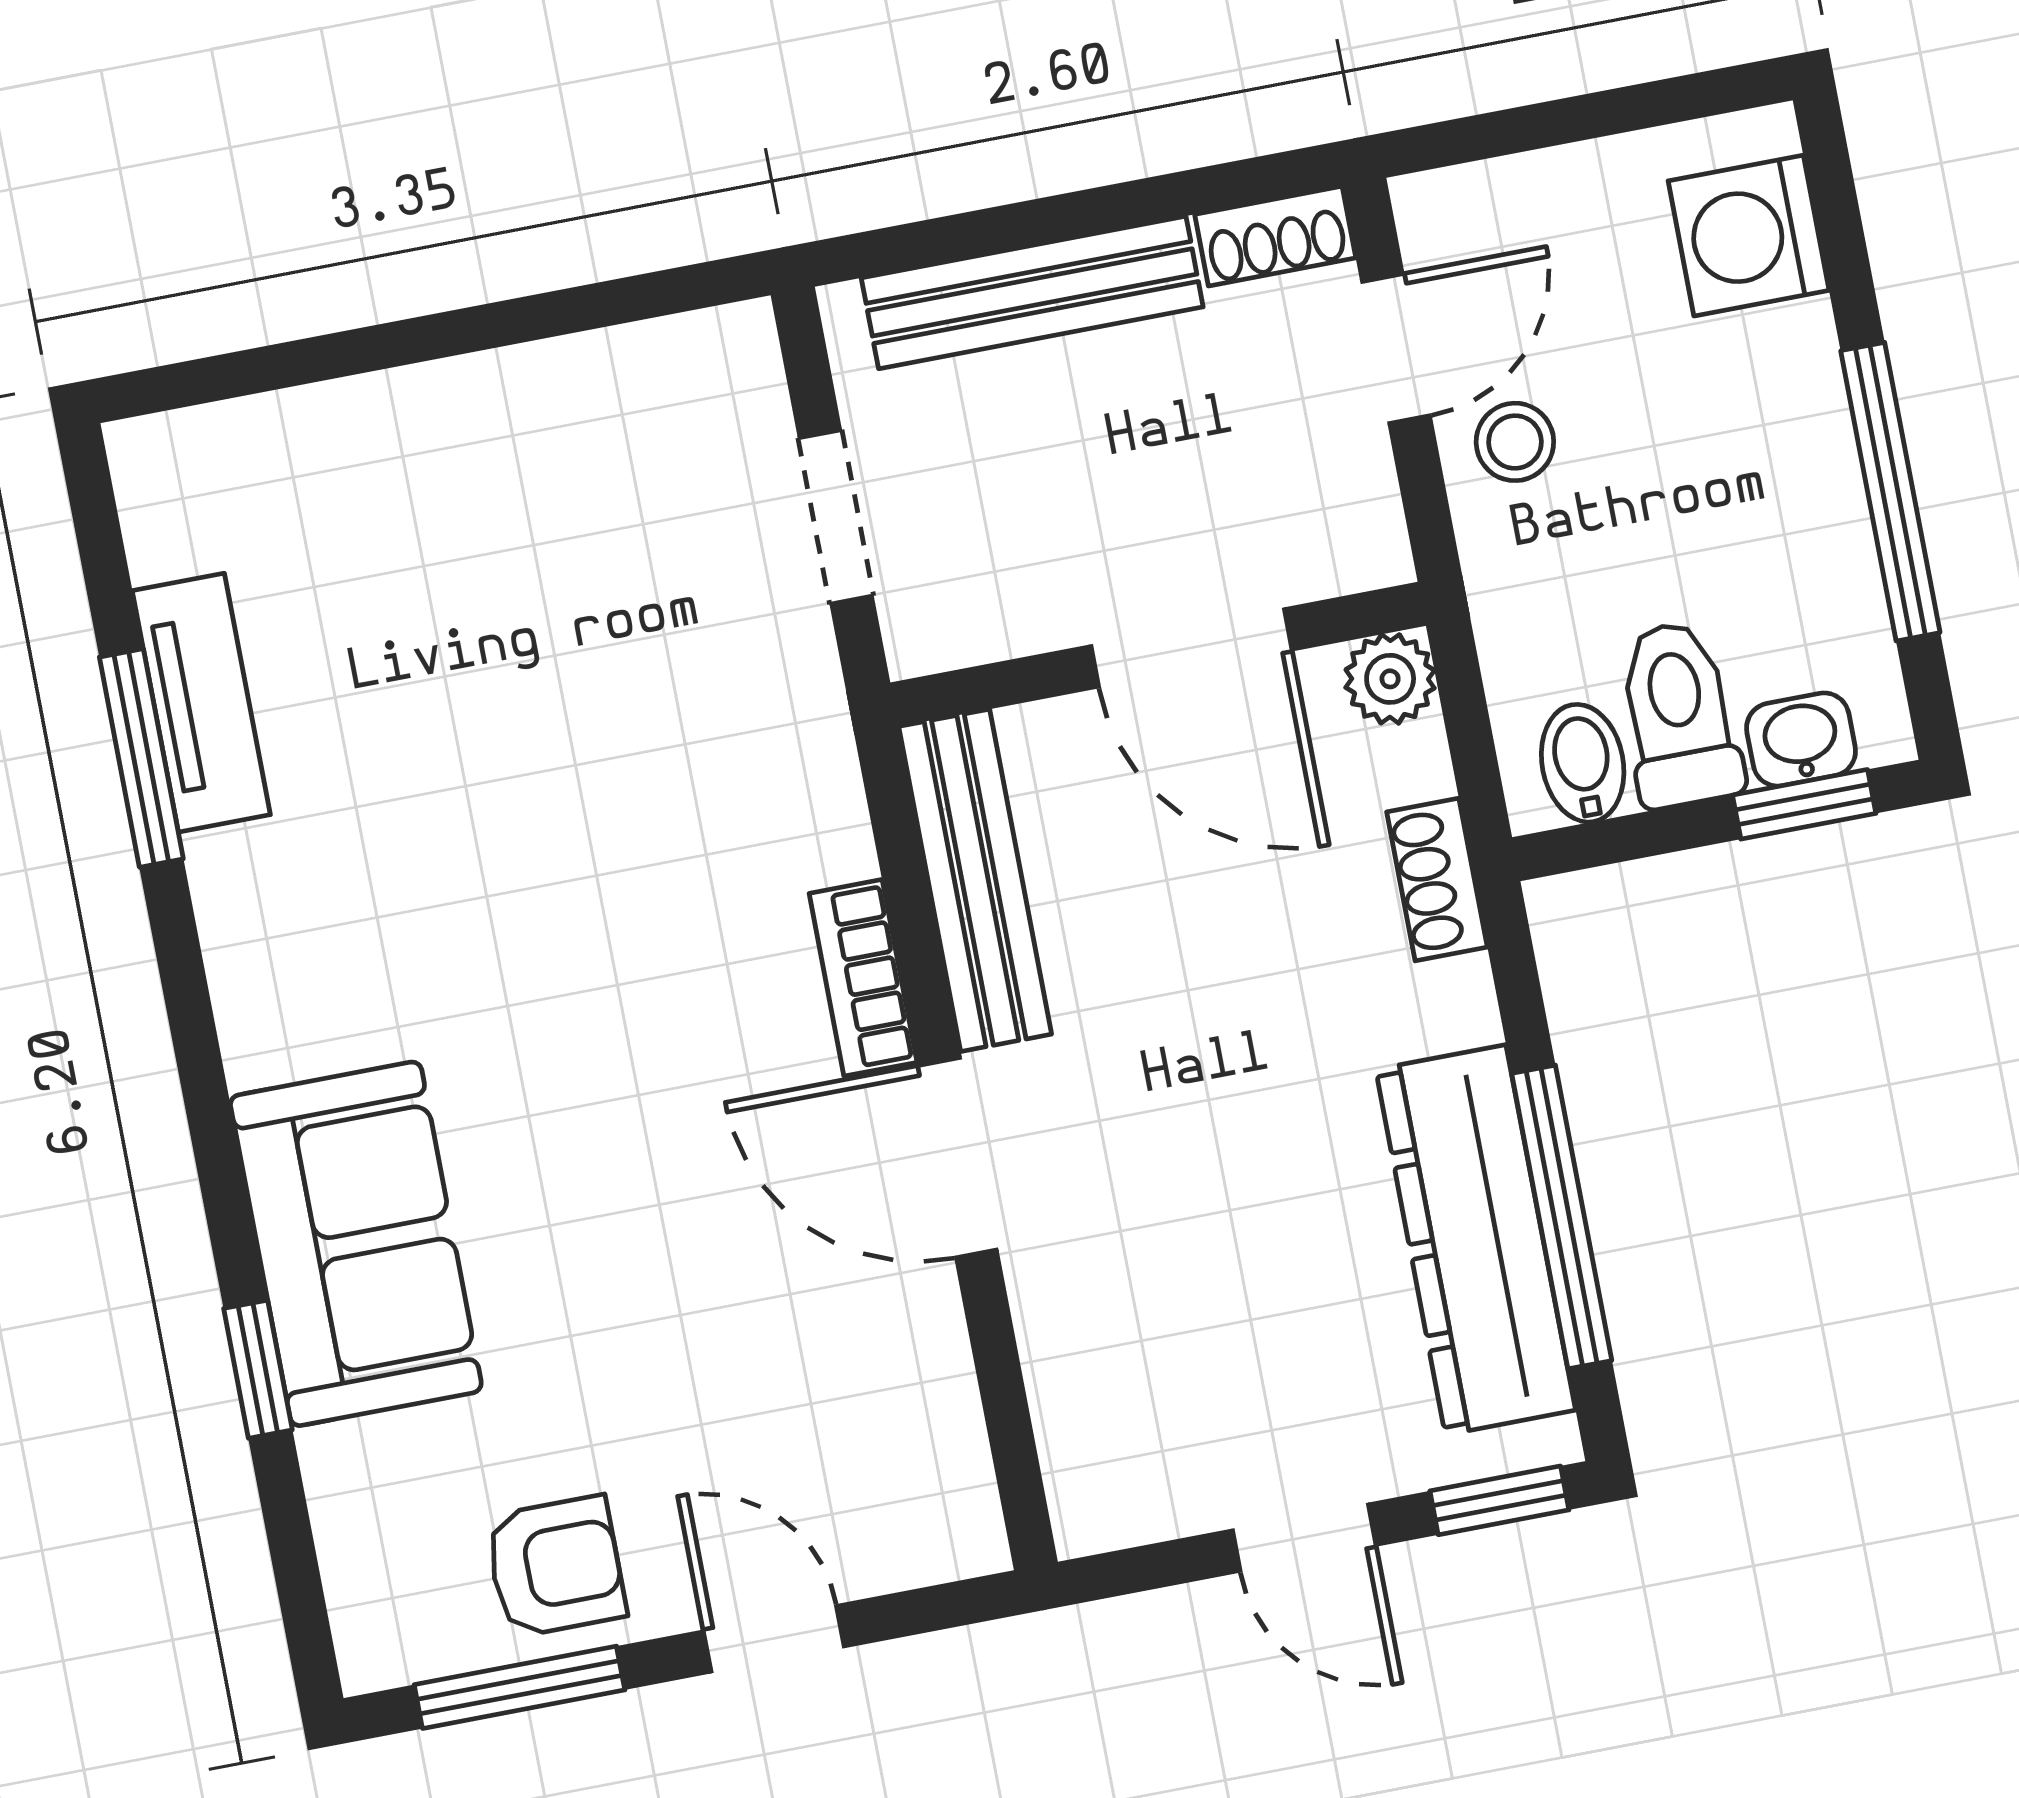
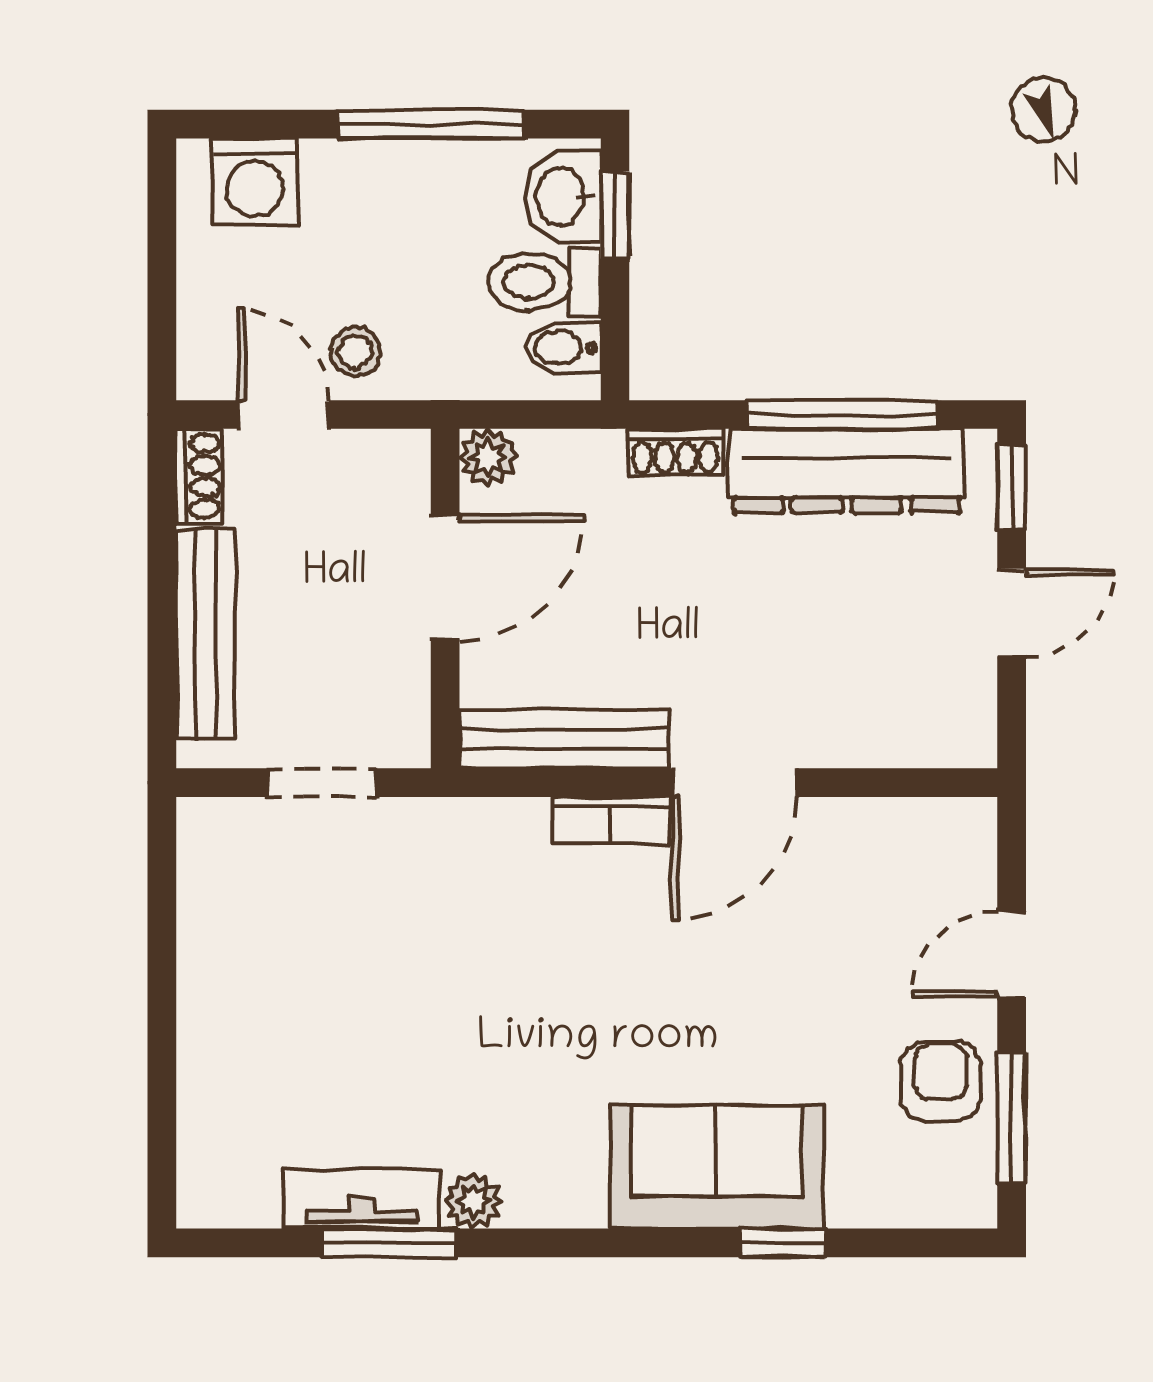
washbasin: (1801, 740) -> (563, 196), width x1.38, depth x1.45
plant: (231, 876) -> (473, 1201), added
shoe rack: (1437, 880) -> (675, 452), moved

